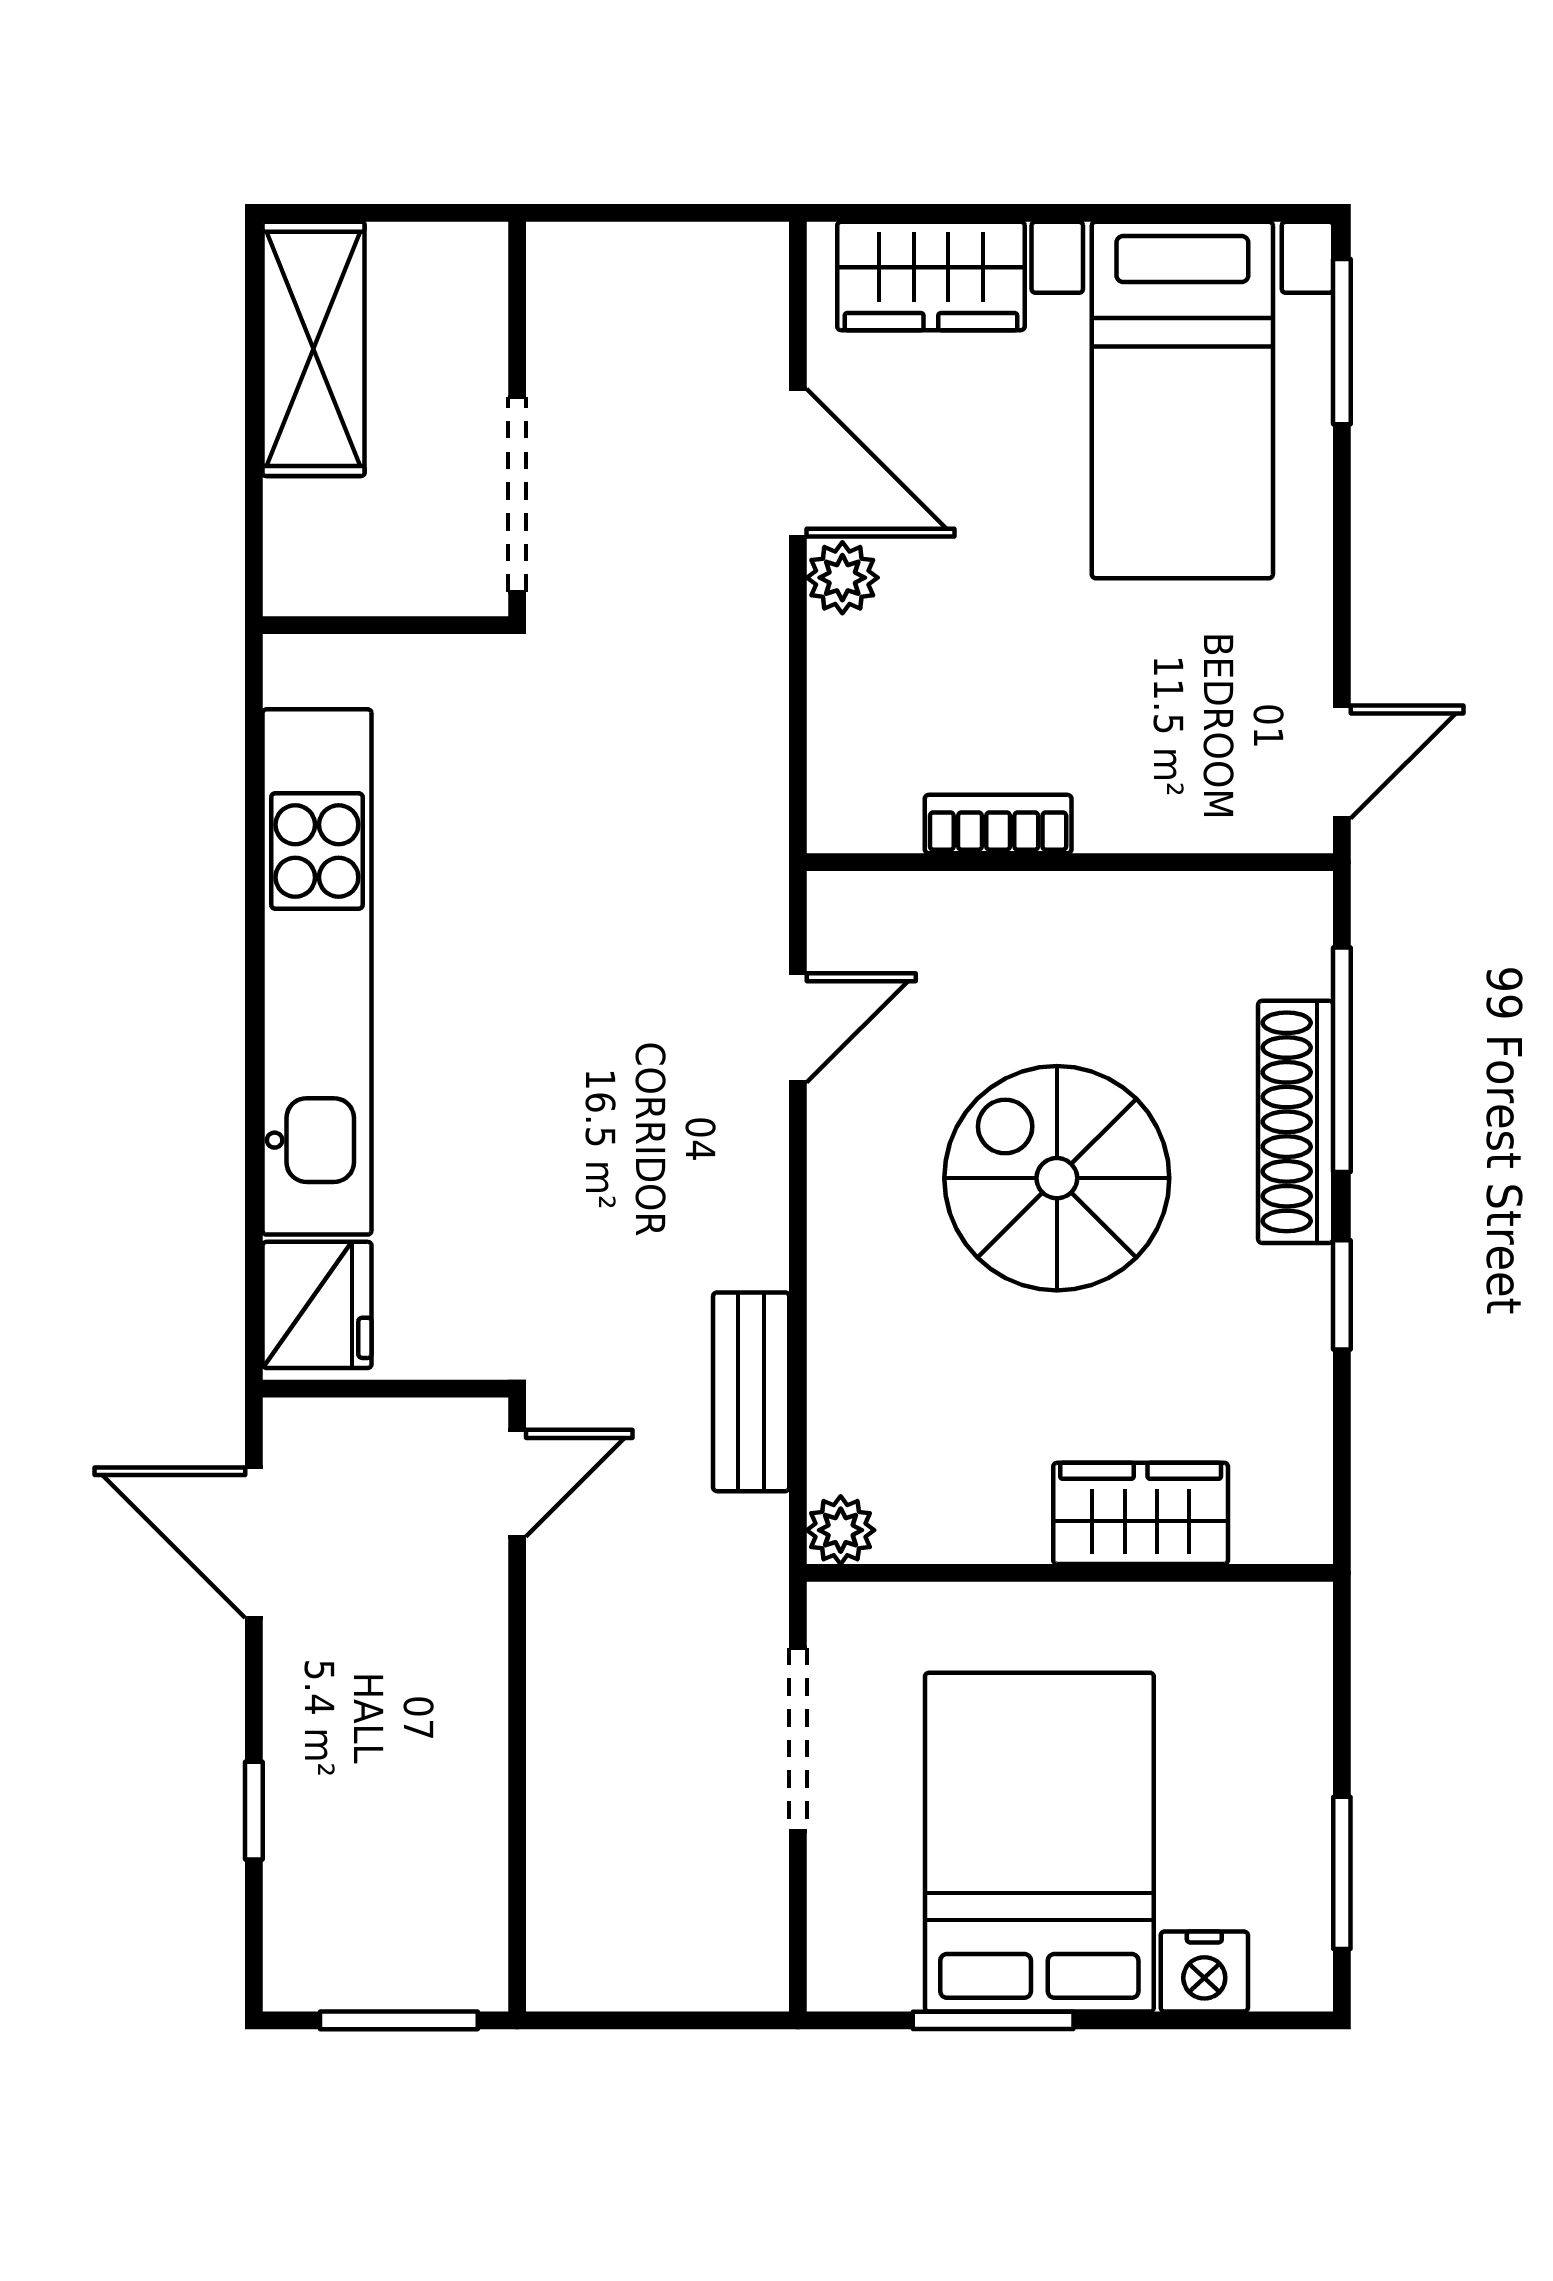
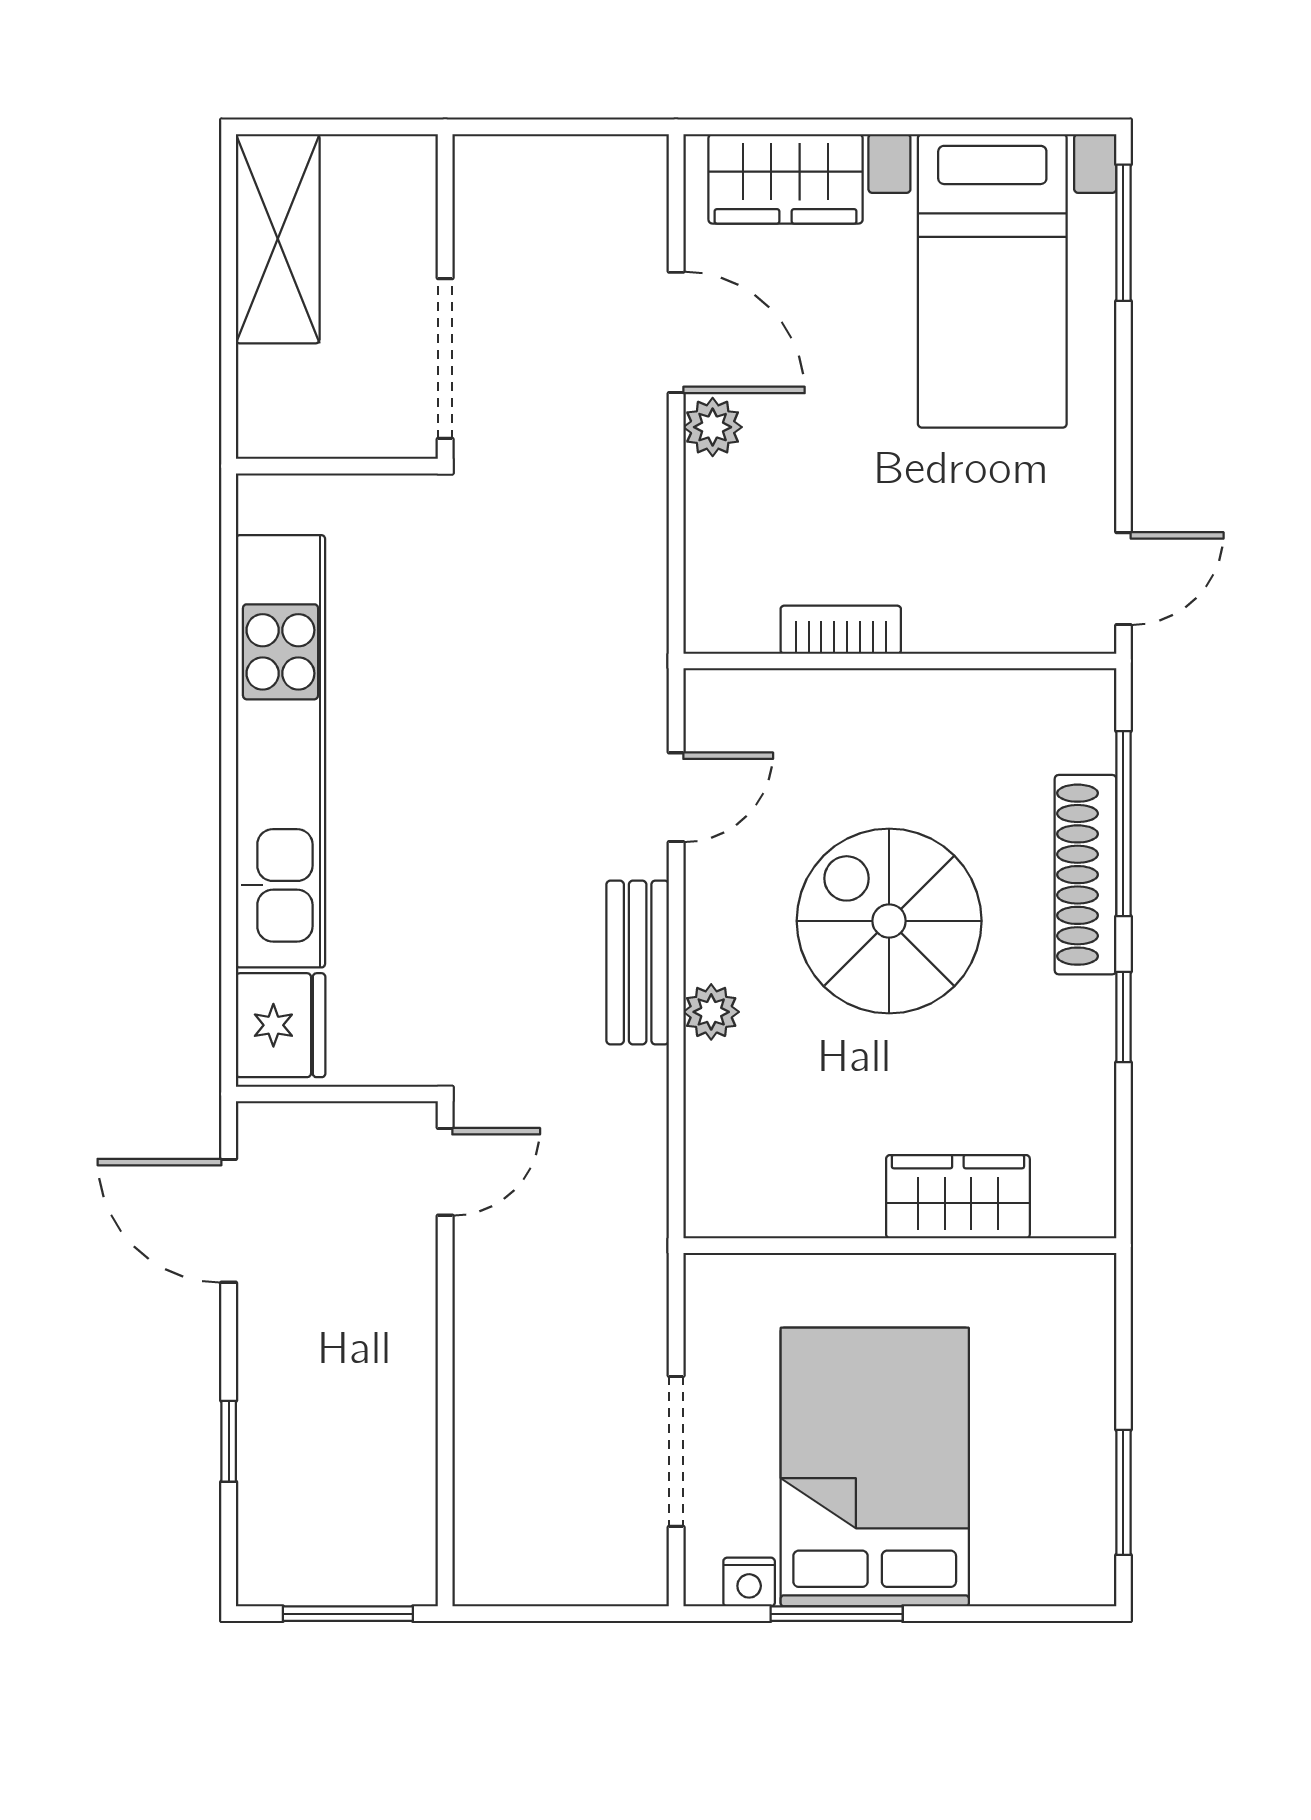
bench: (751, 1392) -> (638, 962), moved
plant: (841, 1530) -> (711, 1012), moved
doorway: (798, 1739) -> (676, 1451), moved
nightstand: (1204, 1971) -> (749, 1582), moved, width x0.72, depth x0.74

